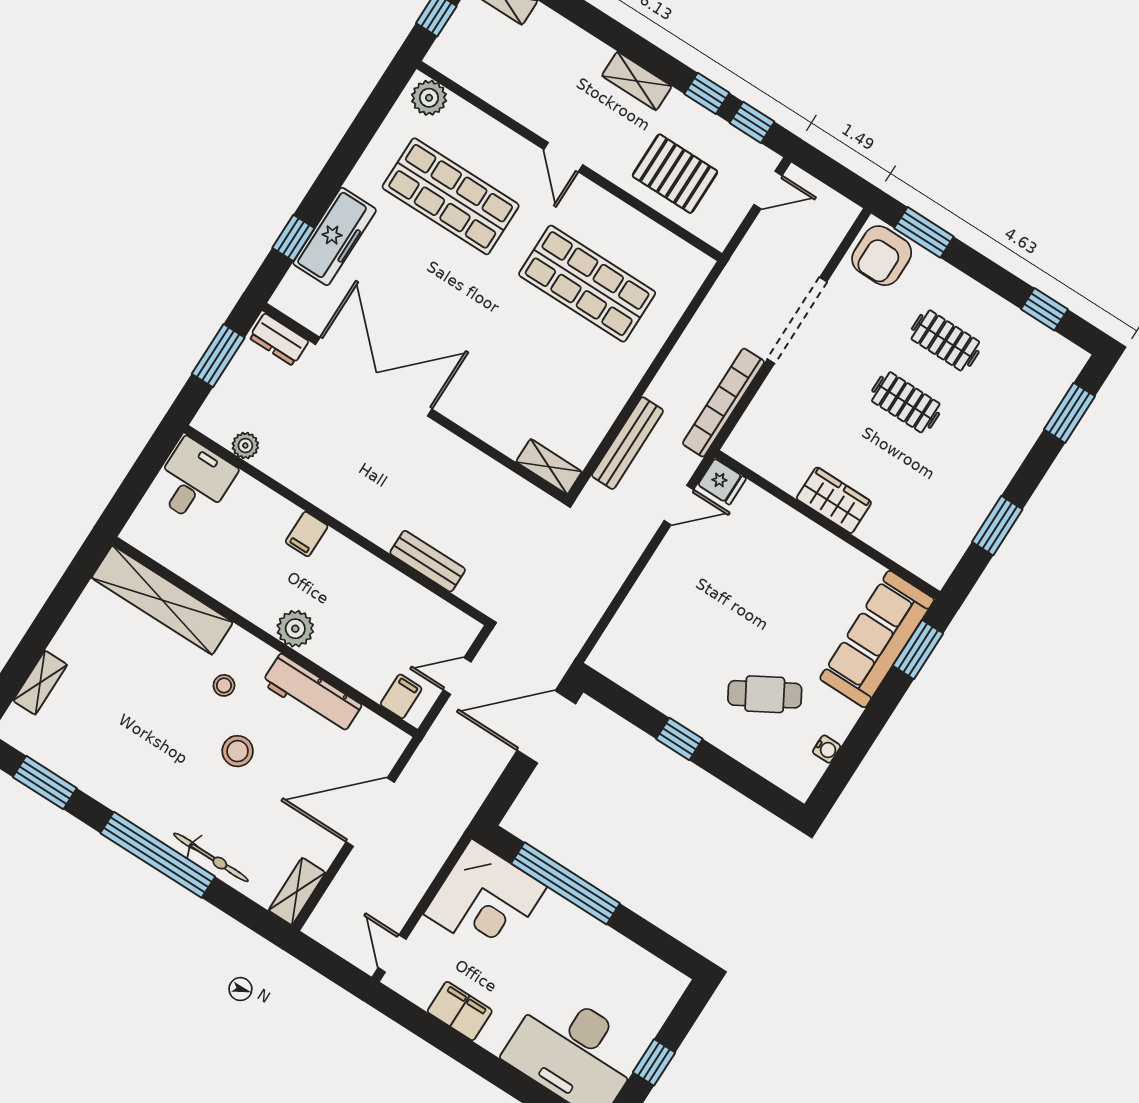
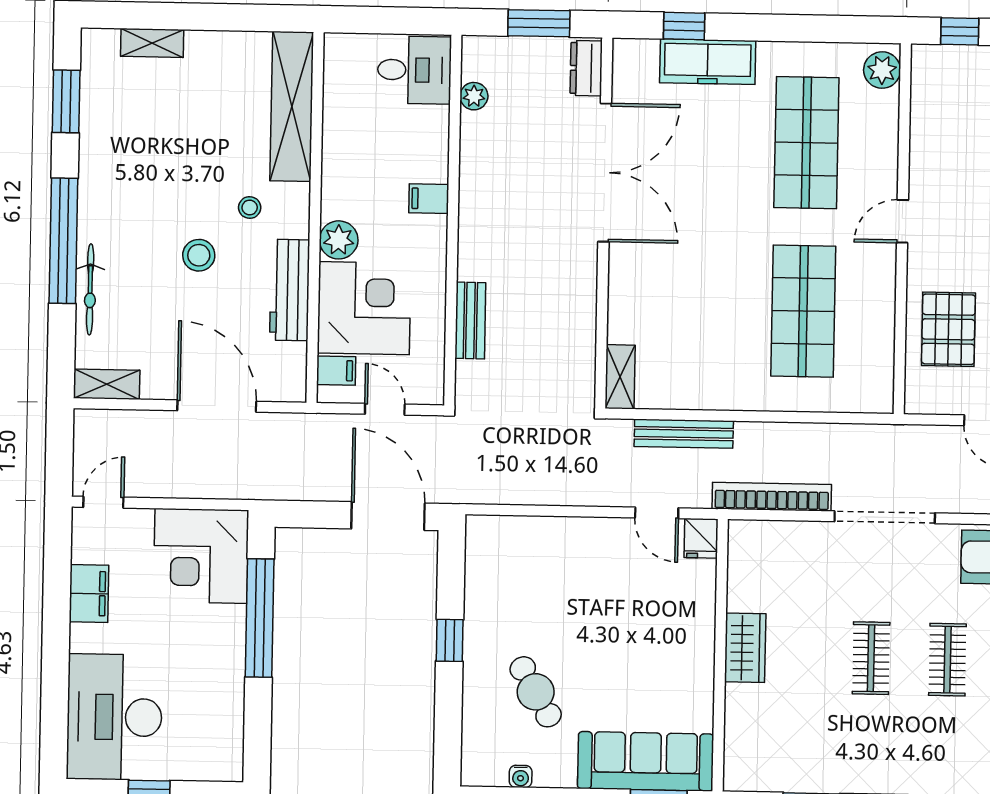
corner desk: (364, 642) -> (364, 308), added

